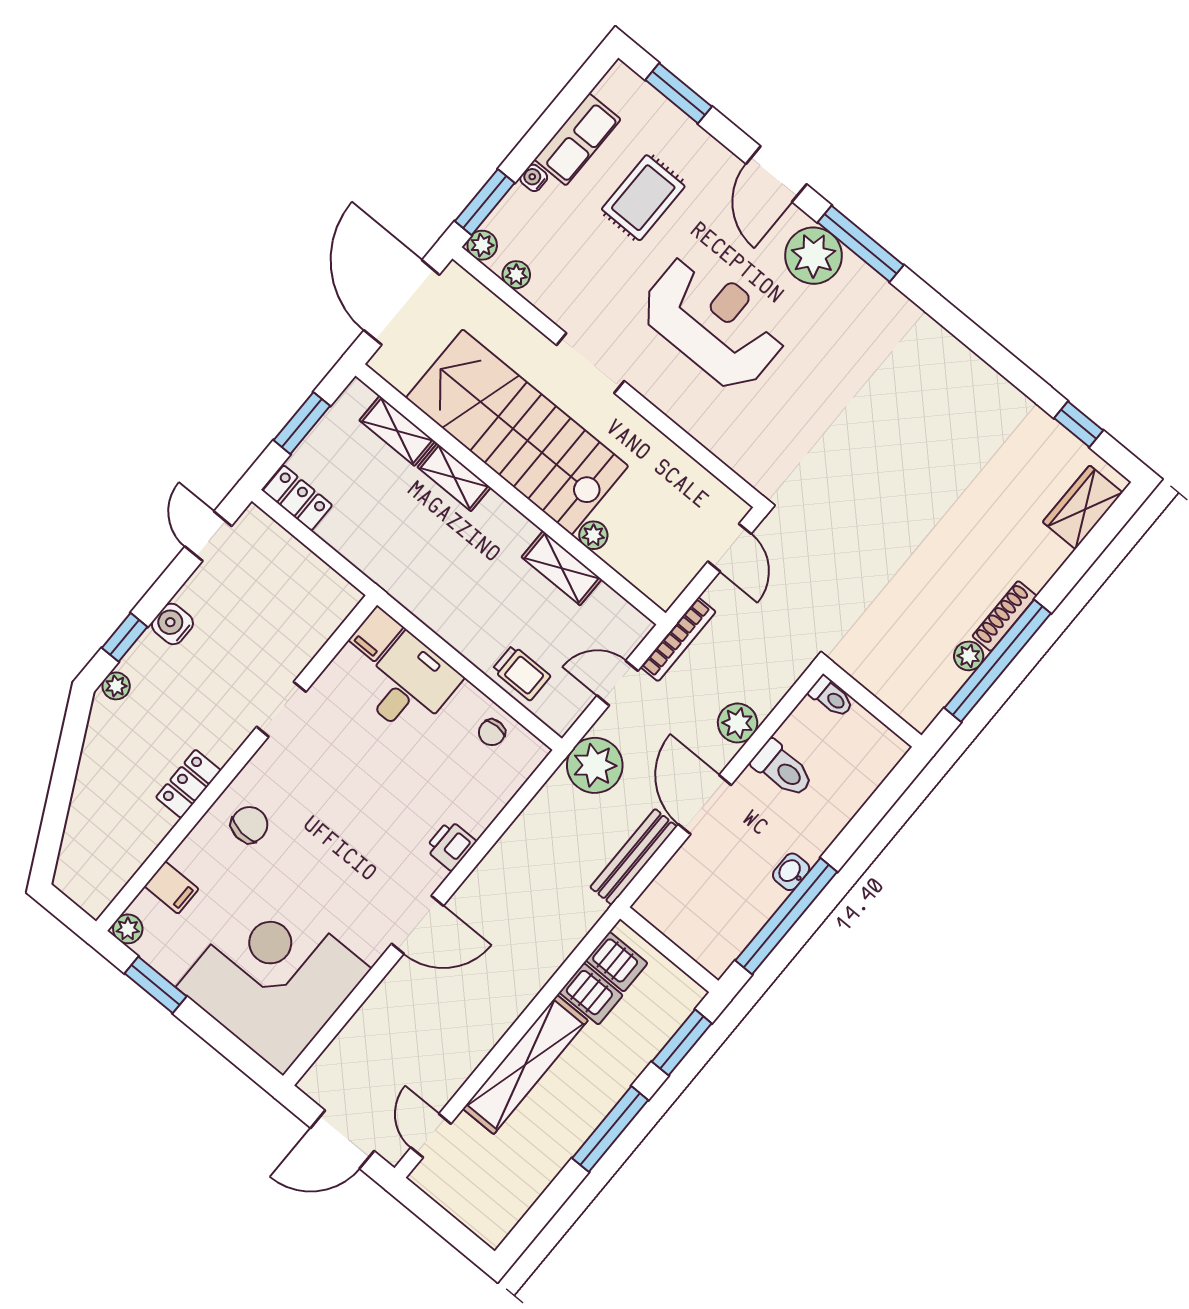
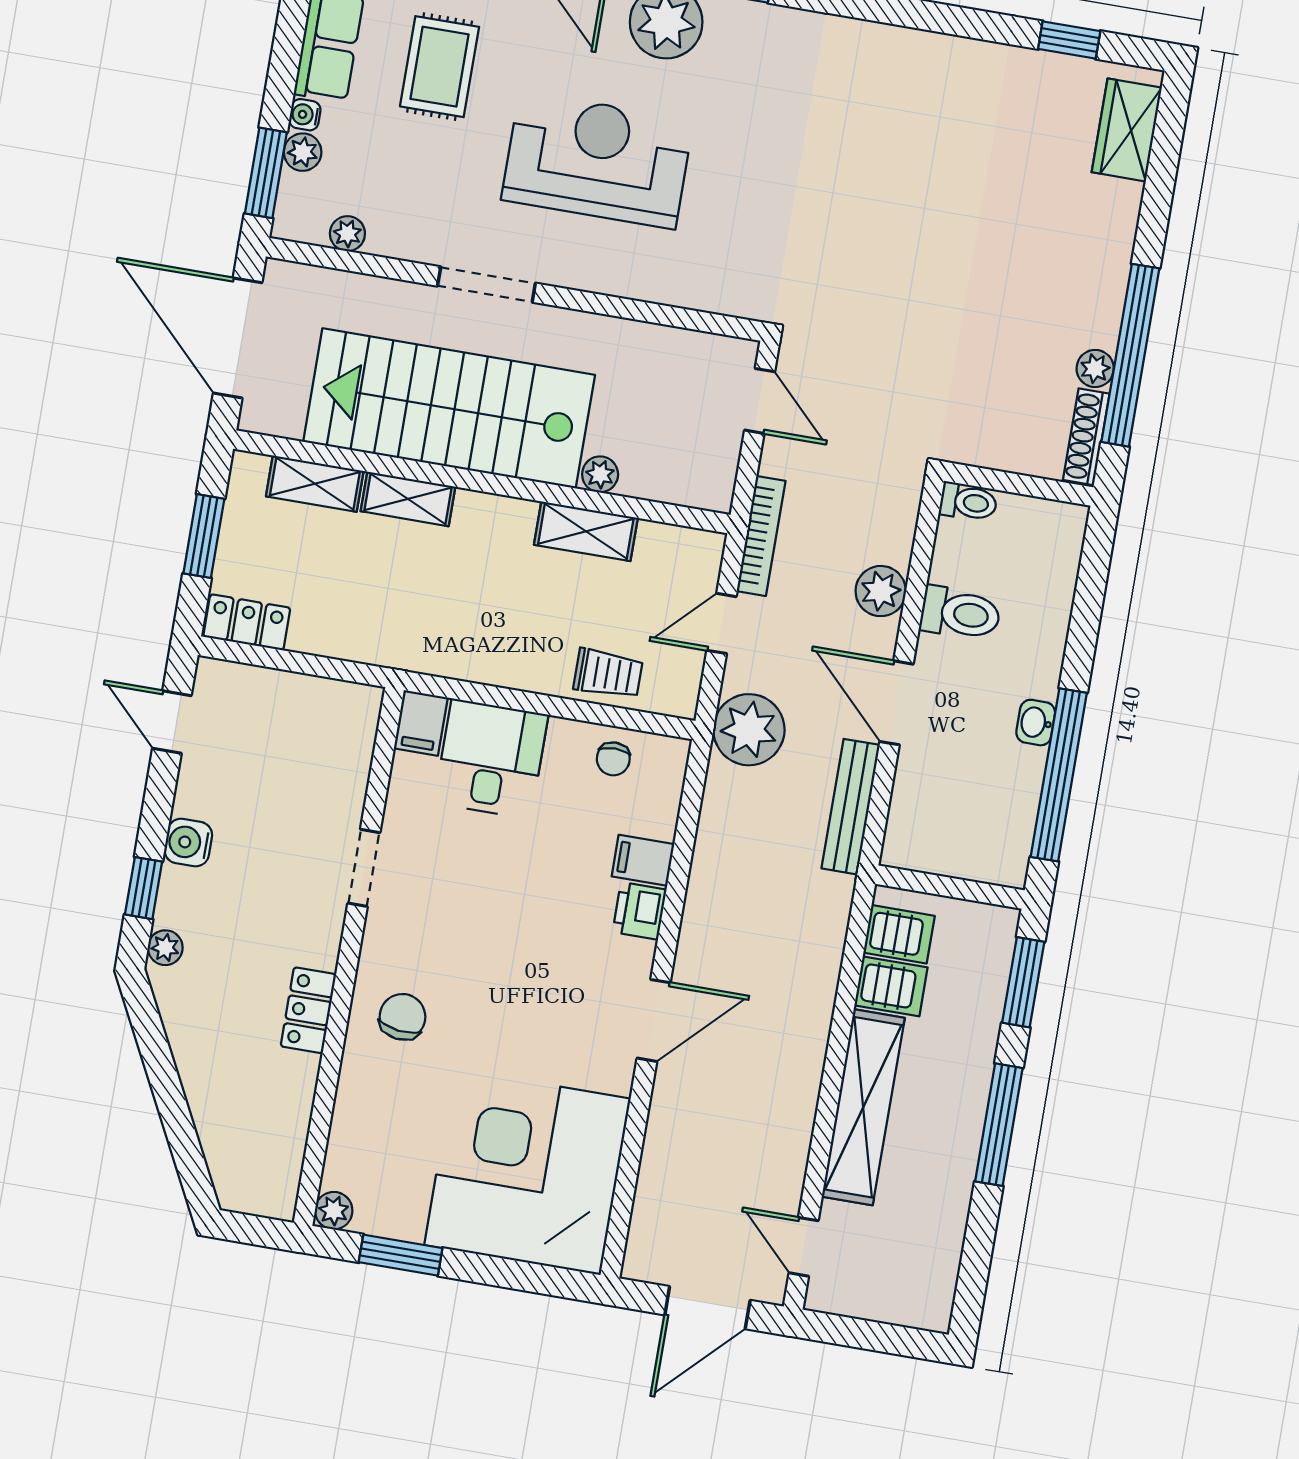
plant: (482, 245) -> (303, 152), moved
shoe rack: (1004, 616) -> (1086, 437), moved
filing cabinet: (172, 888) -> (643, 860), moved, turned 180

